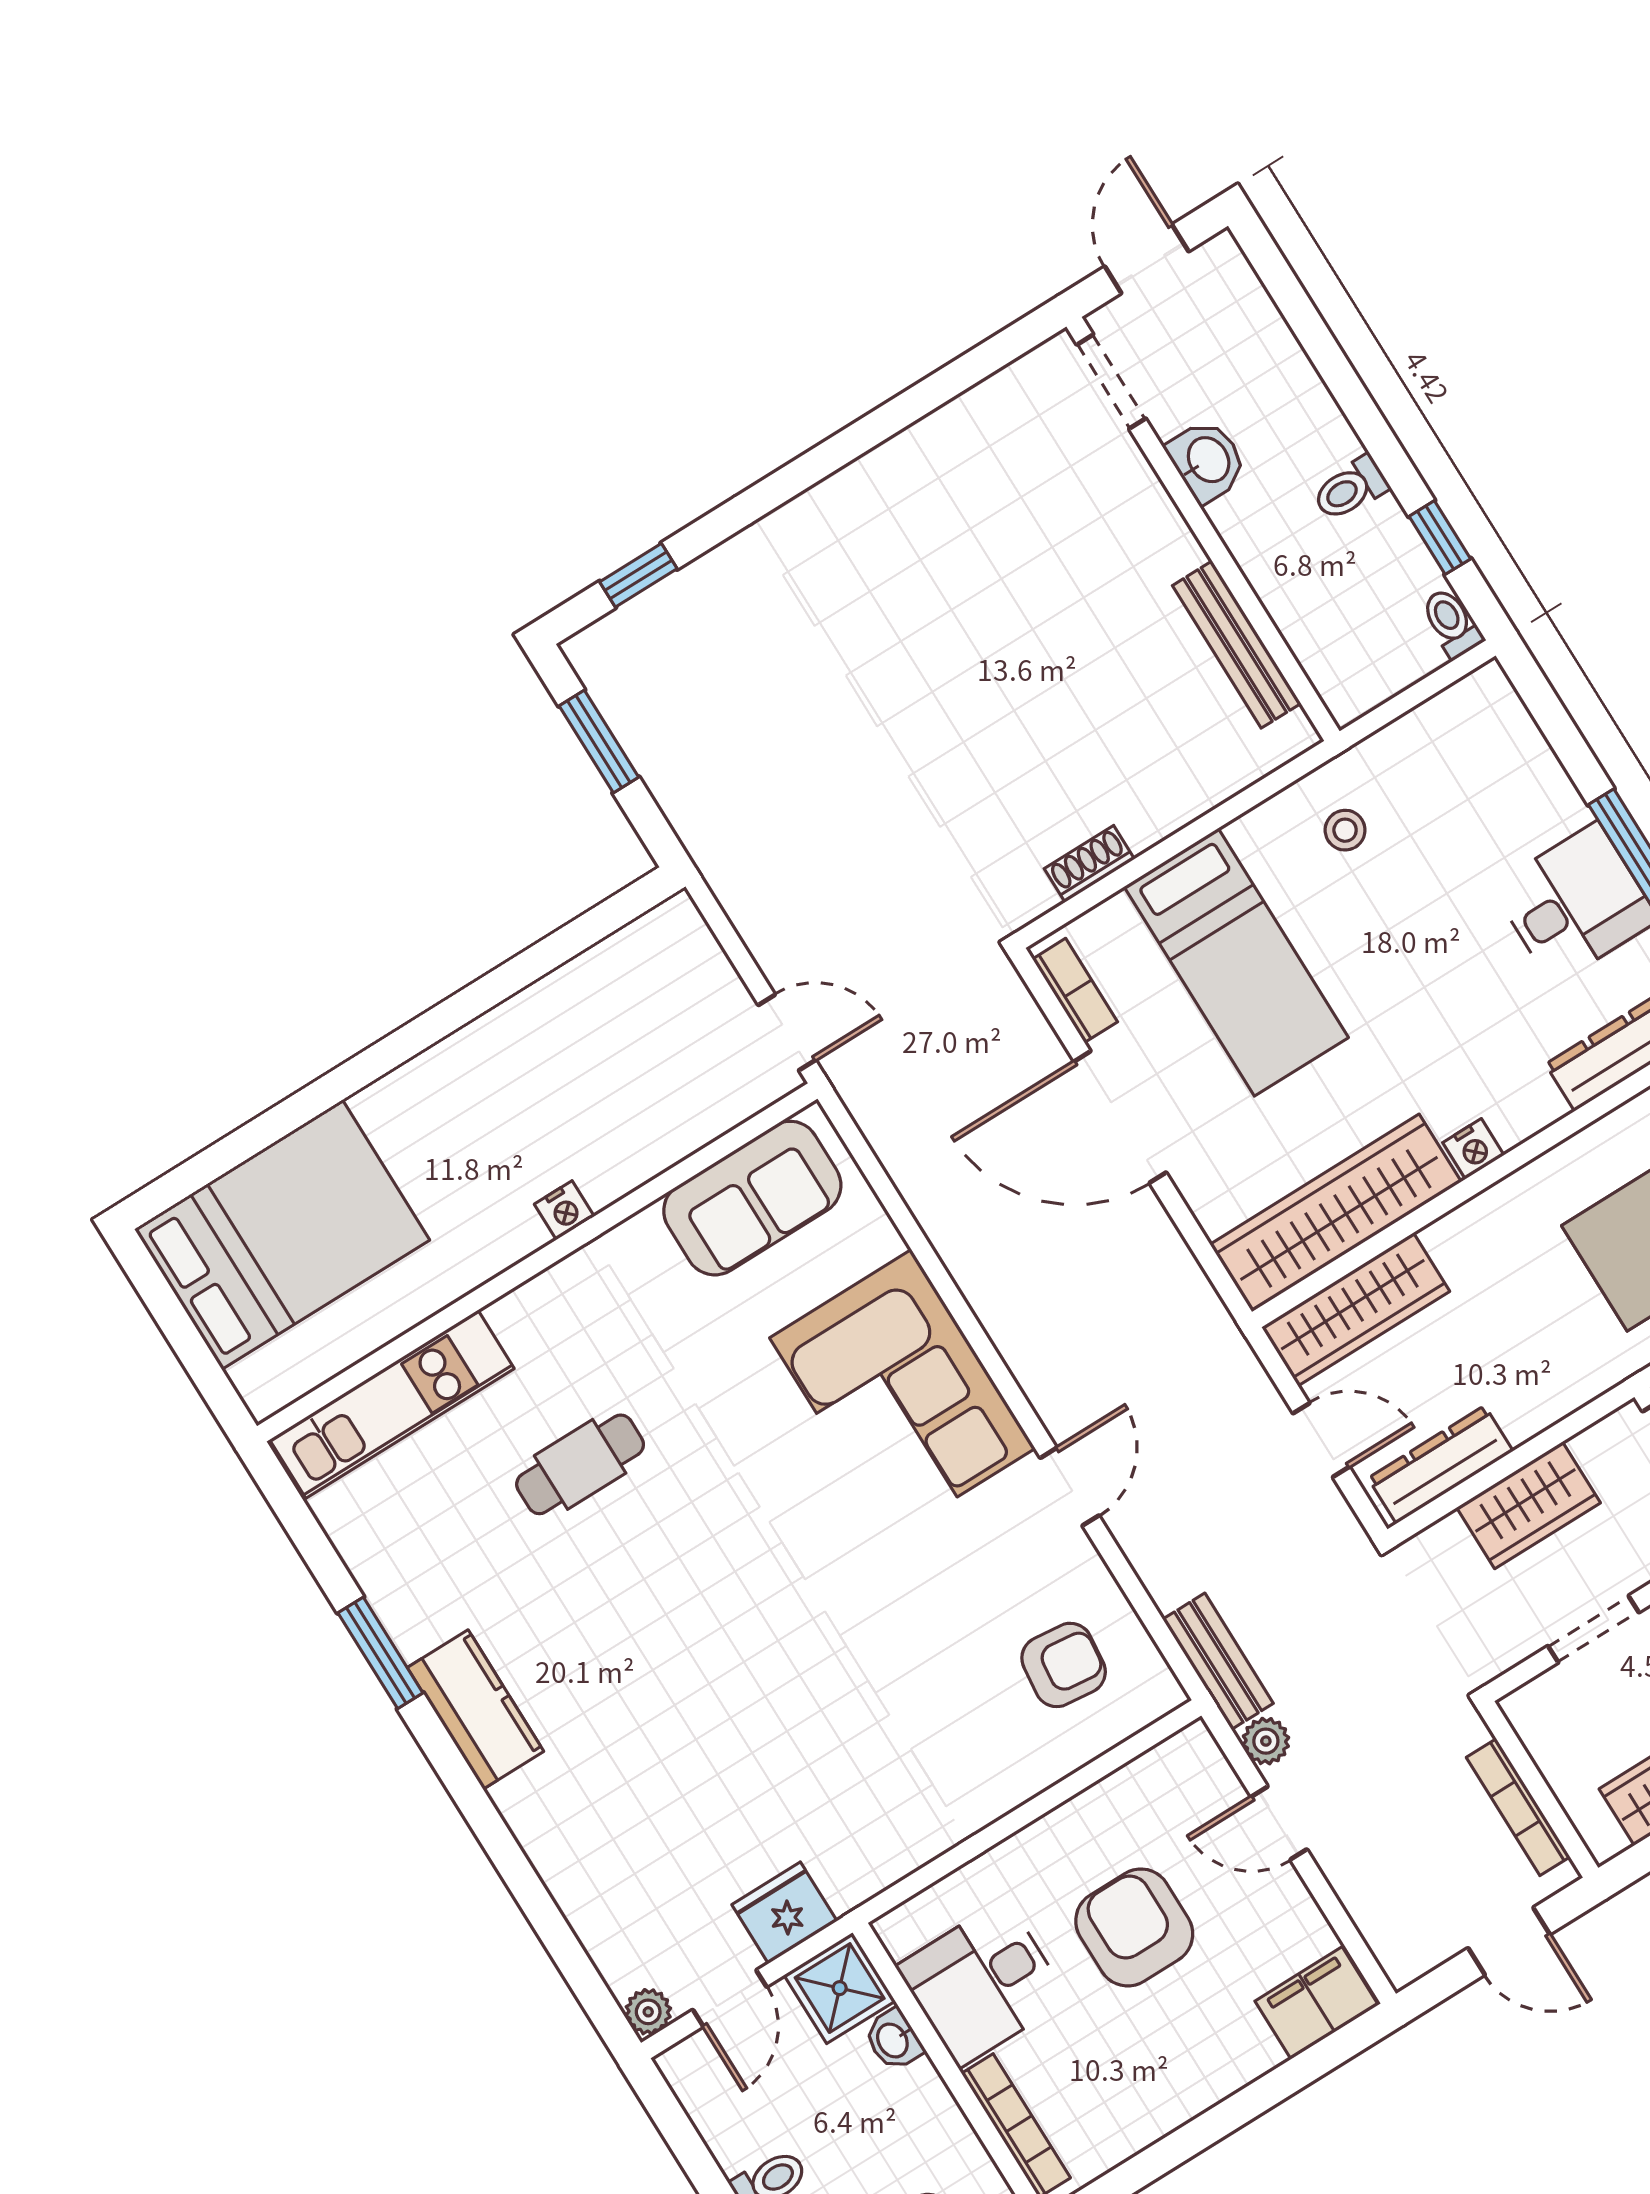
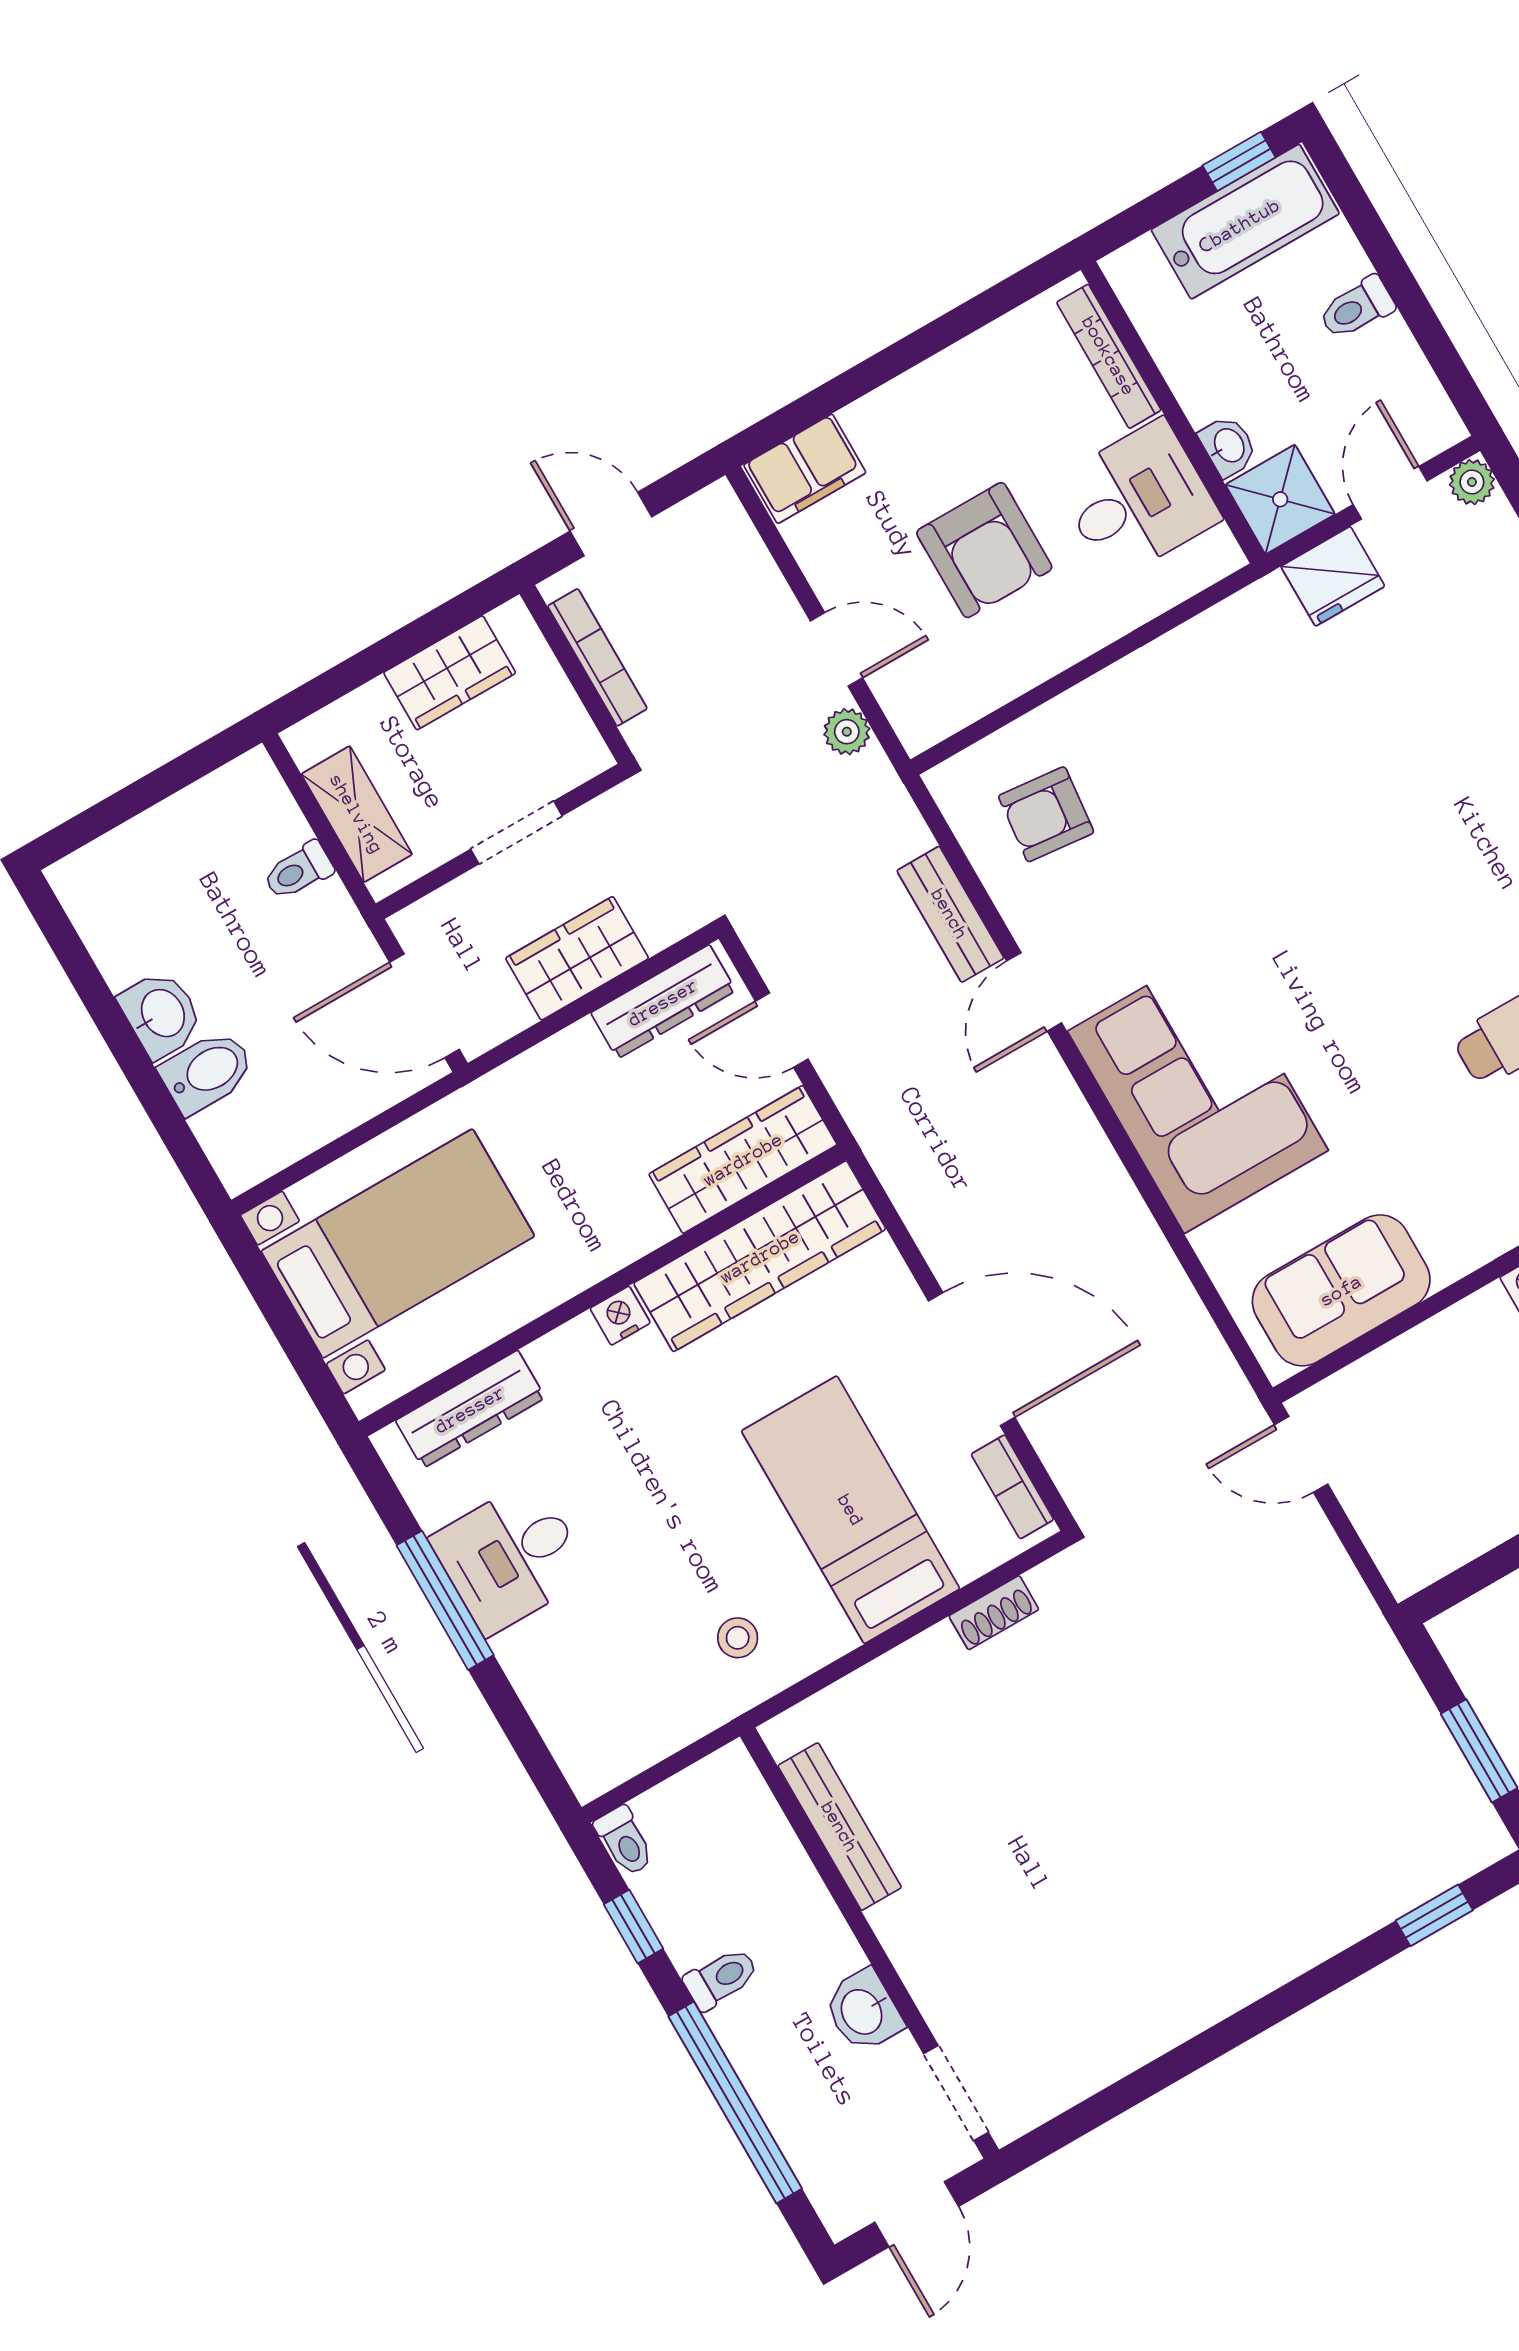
window: (1332, 365) -> (735, 2103), added
bench: (1218, 1661) -> (950, 914), moved

